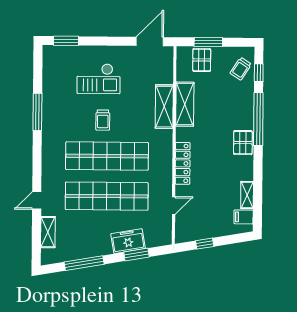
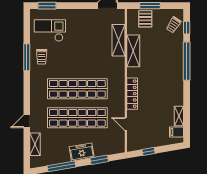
checkout: (99, 79) -> (50, 30), moved, turned 180
shelving: (164, 107) -> (118, 40), moved
trolley: (103, 120) -> (42, 57), moved
pallet: (243, 143) -> (176, 78), removed
door: (174, 206) -> (126, 124), swing flipped
freezer: (128, 241) -> (82, 152), moved

